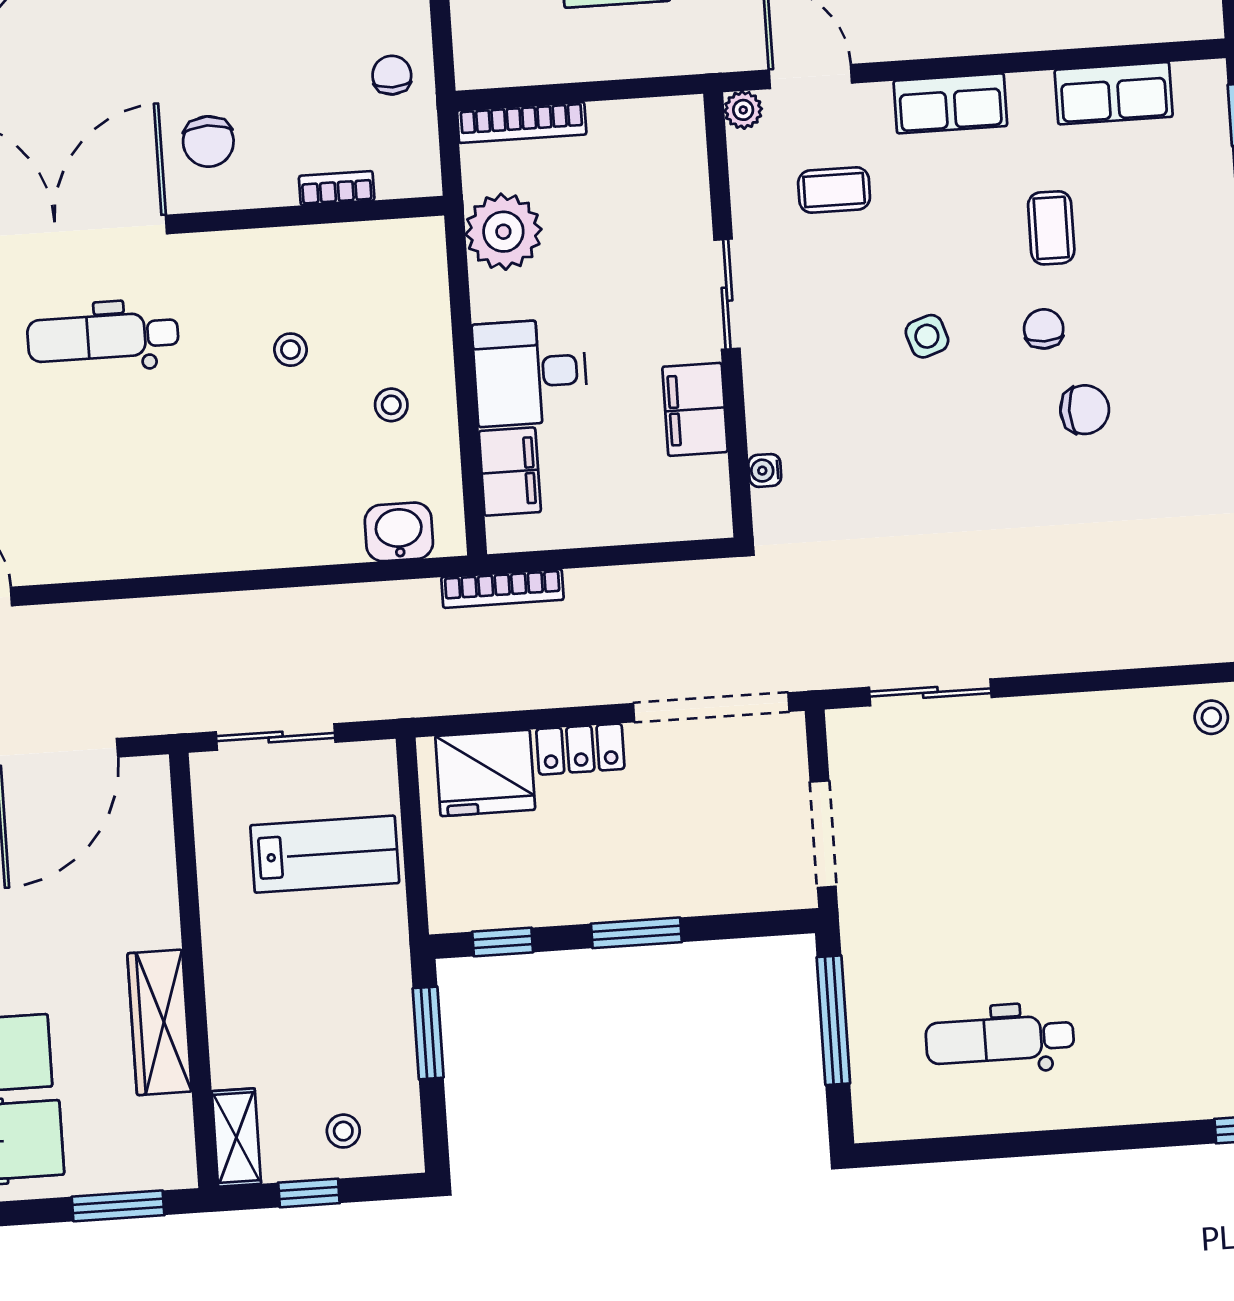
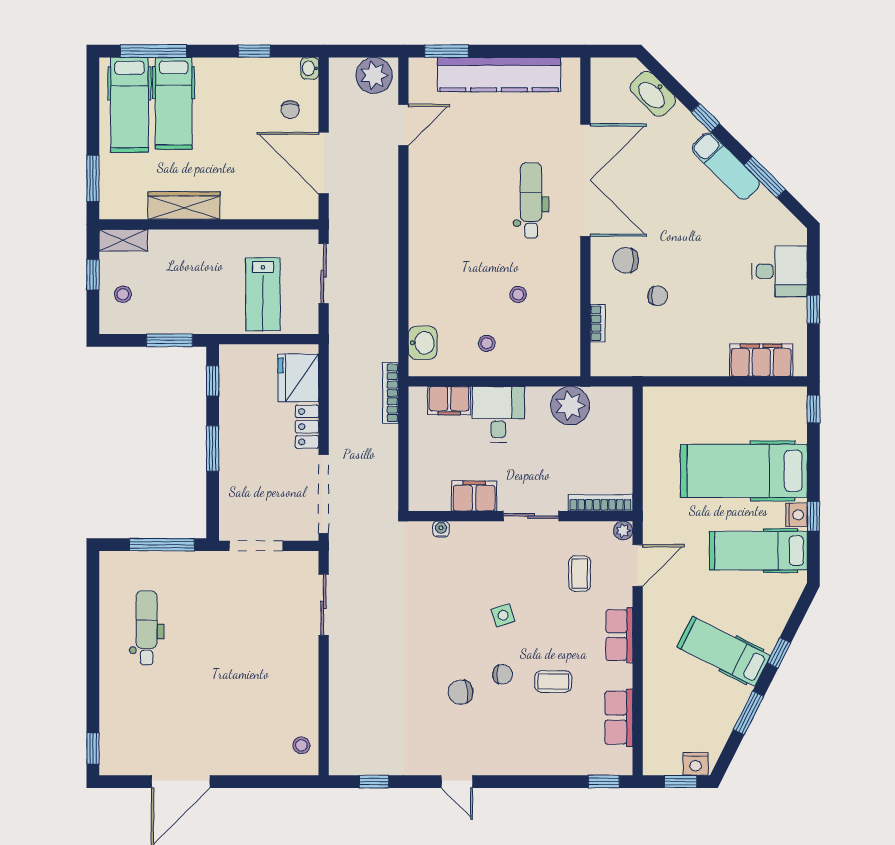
chair: (392, 75) -> (658, 296), moved
bookcase: (522, 123) -> (600, 503), moved, turned 90
chair: (1085, 410) -> (461, 692), turned 83

